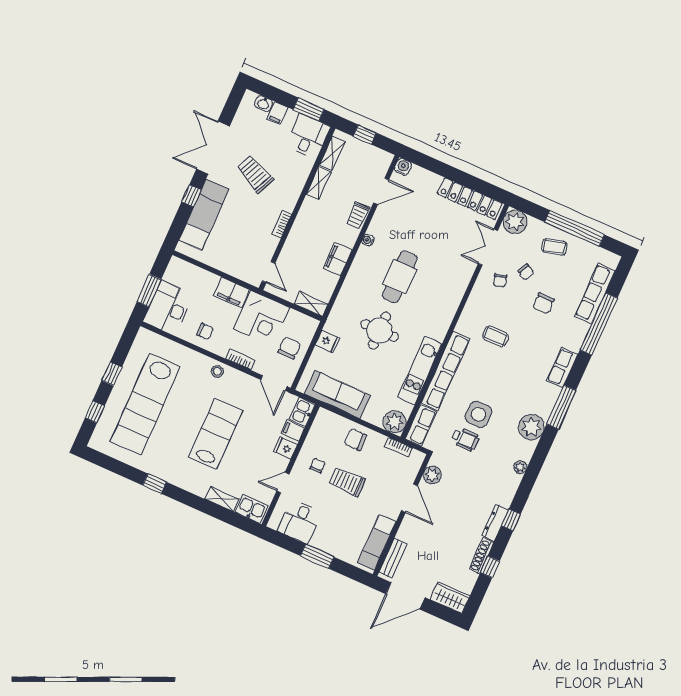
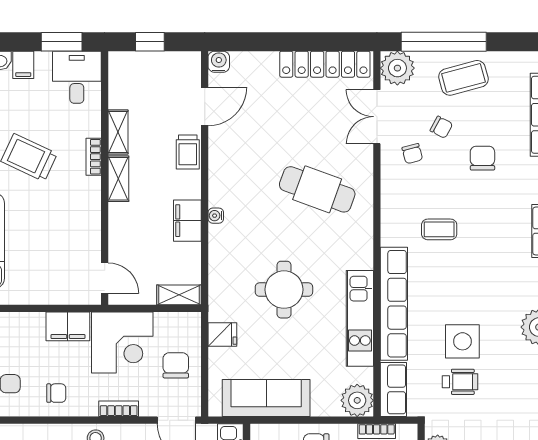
shelving: (332, 153) -> (118, 179), moved
bookcase: (282, 224) -> (94, 157), moved
window: (575, 228) -> (444, 42), moved
water cooler: (368, 240) -> (216, 216), moved
coffee table: (554, 247) -> (463, 78), width x1.36, depth x1.30
cafe table: (400, 277) -> (317, 189), moved, turned -70
chair: (543, 303) -> (482, 158), turned 180

